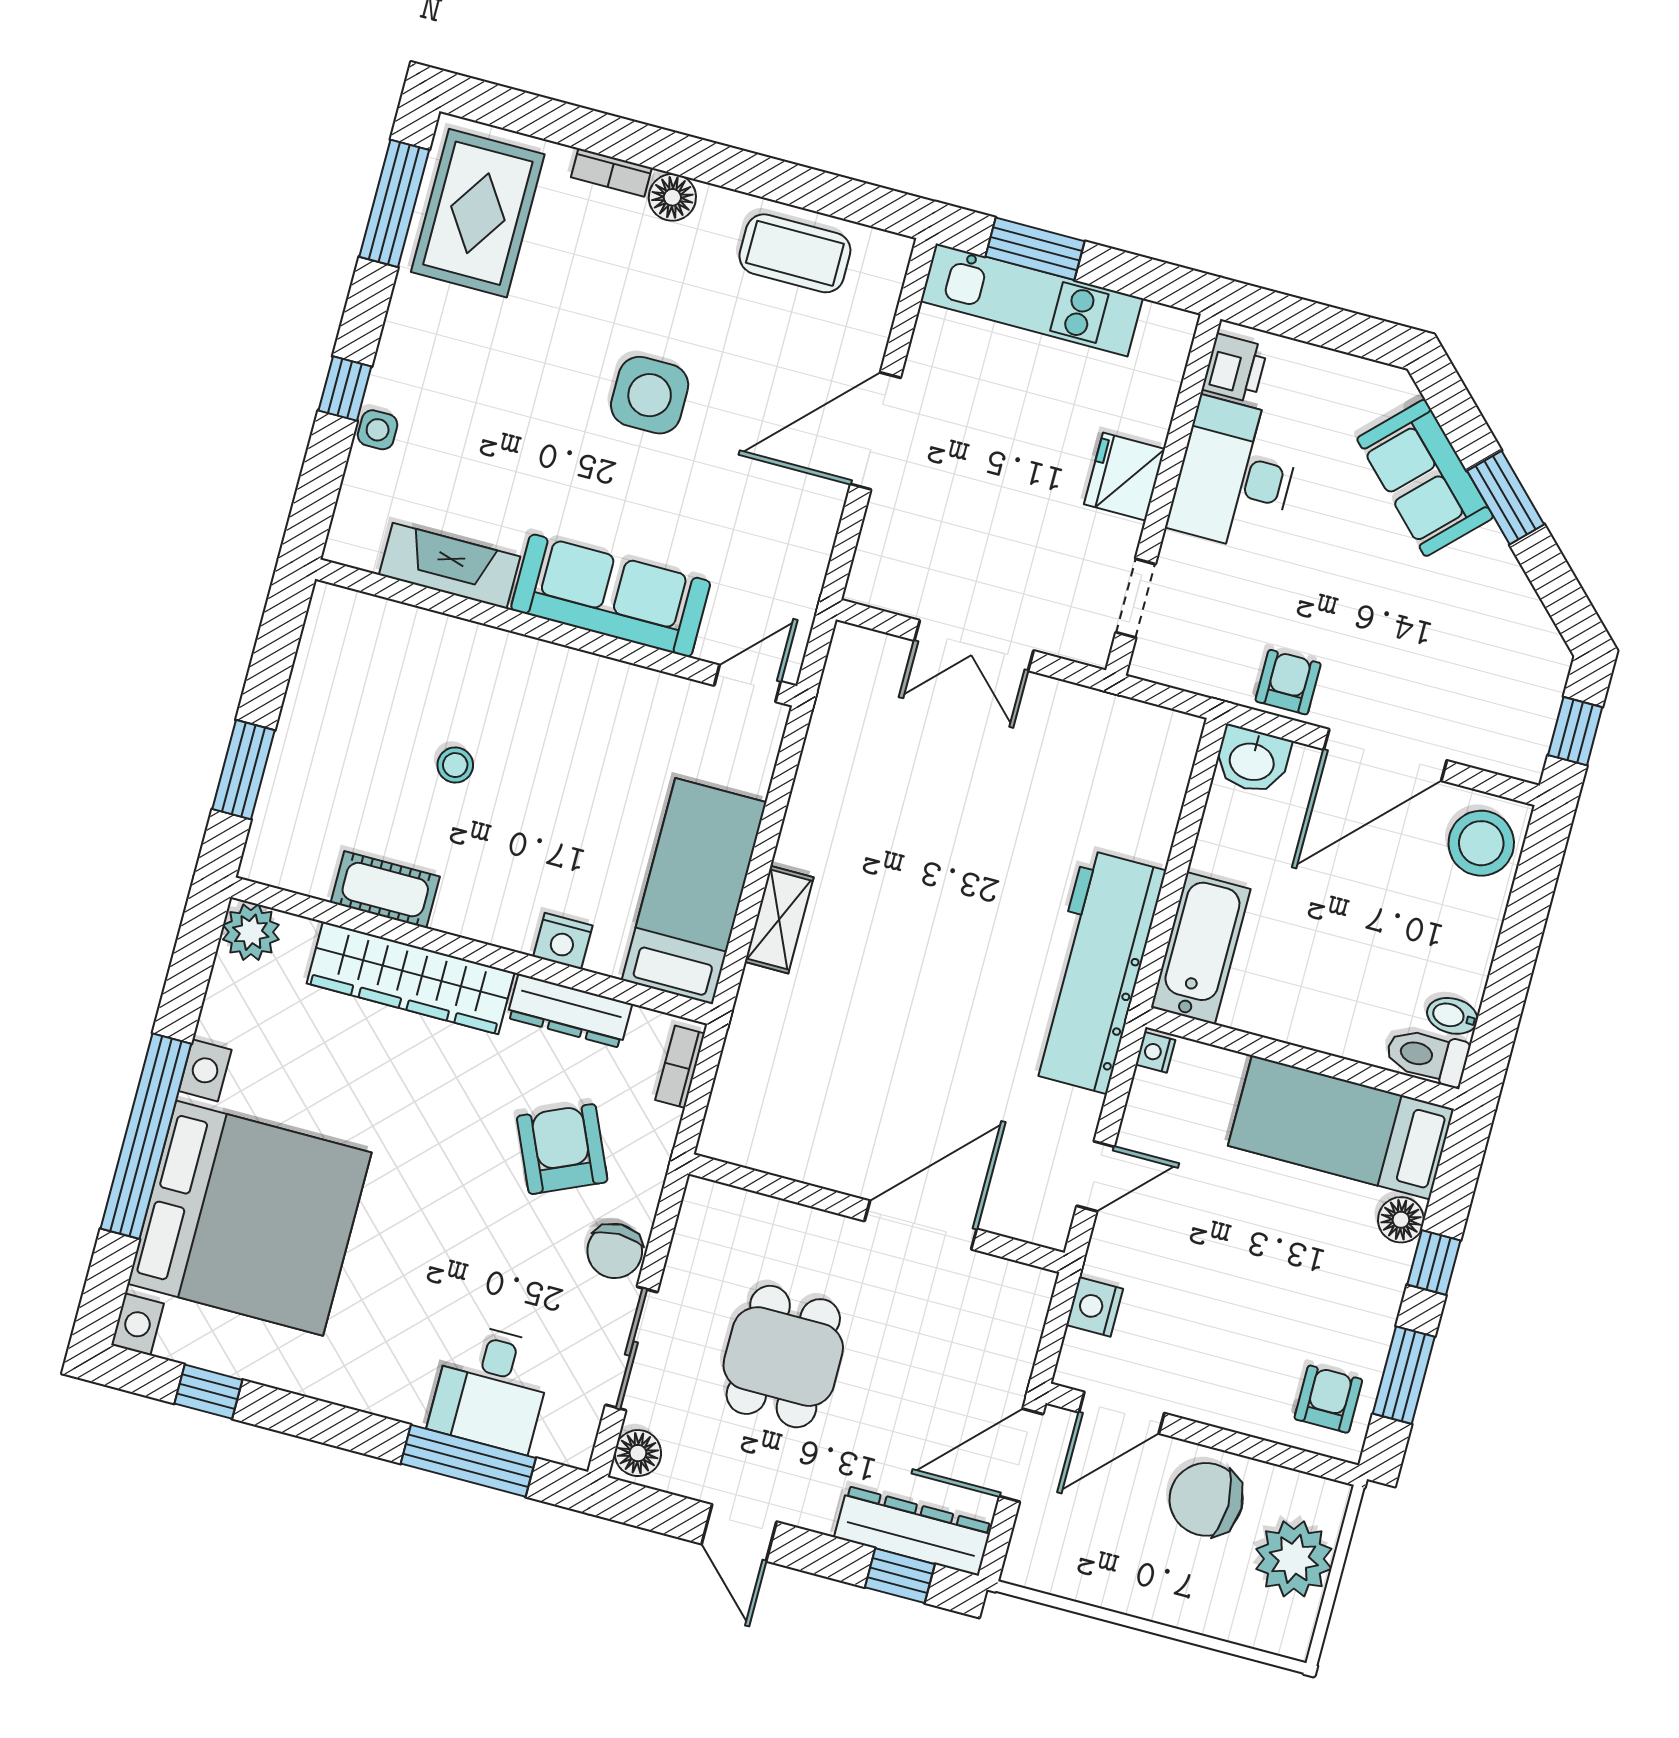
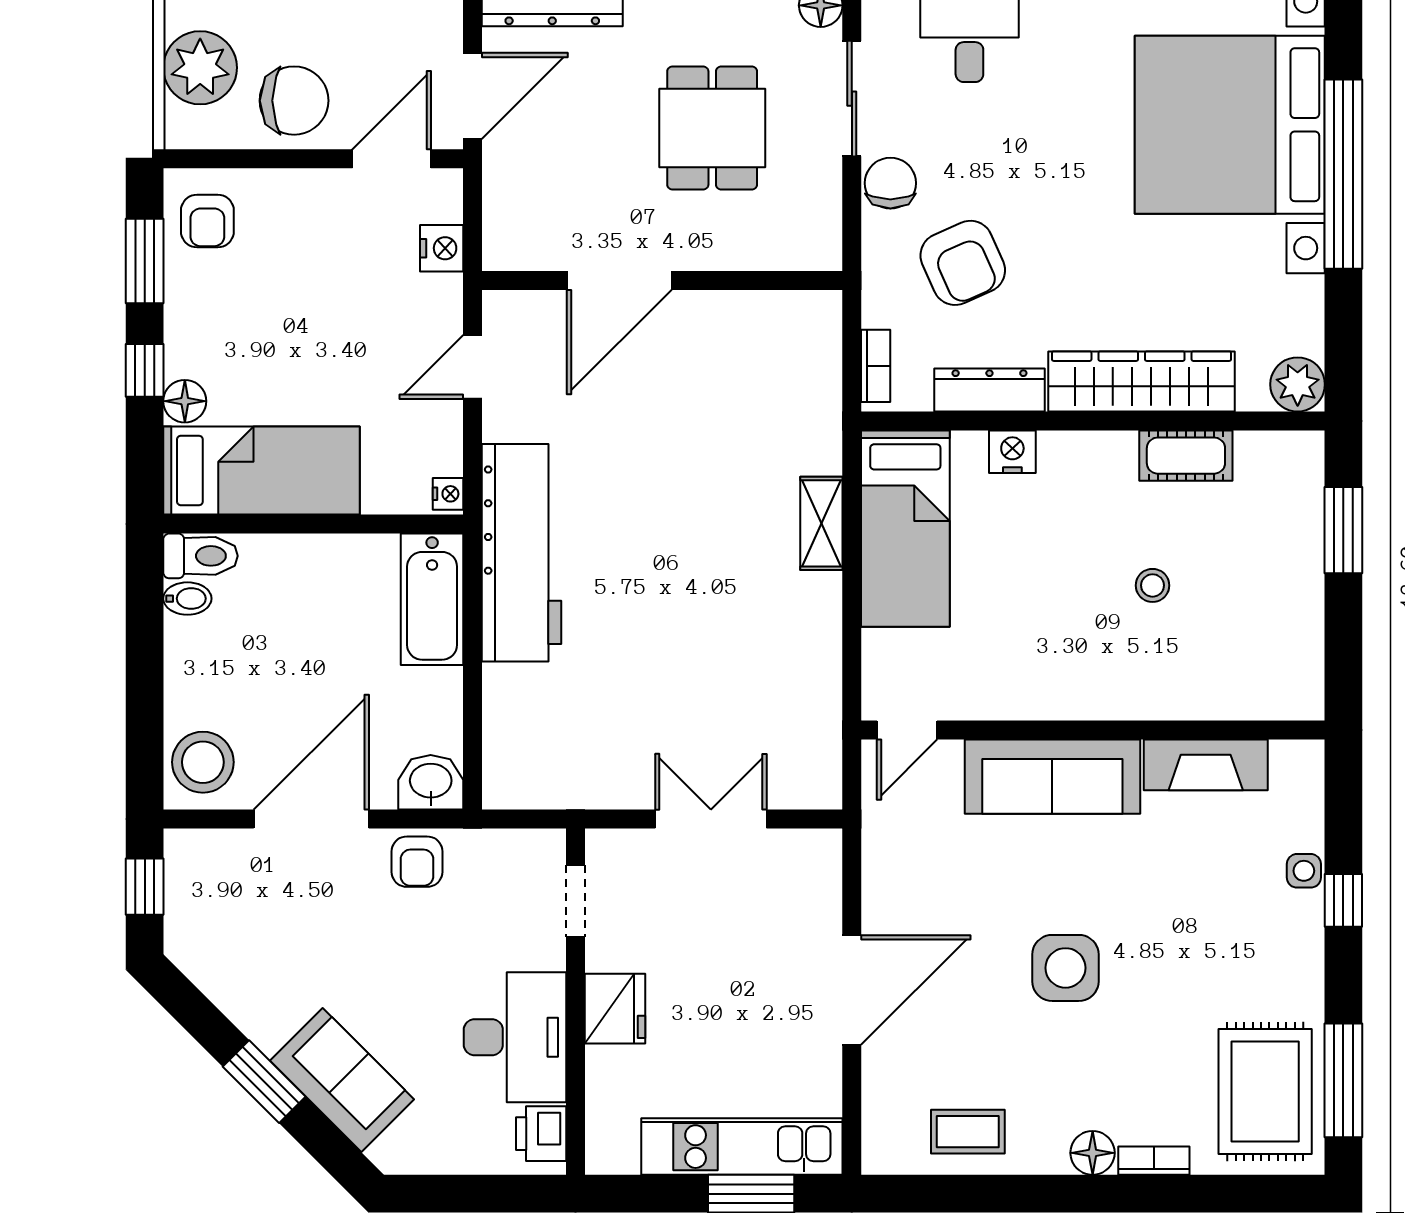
coffee table: (795, 253) -> (968, 1132), width x0.73, depth x0.77

